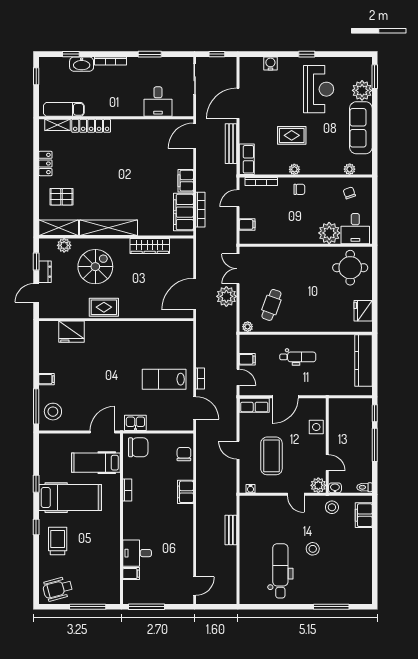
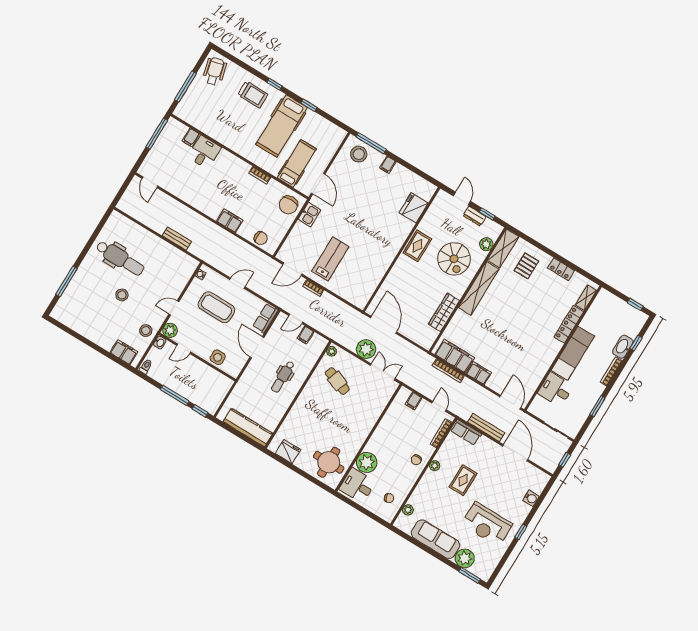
exam couch: (64, 109) -> (573, 353), moved, width x1.36, depth x1.45

